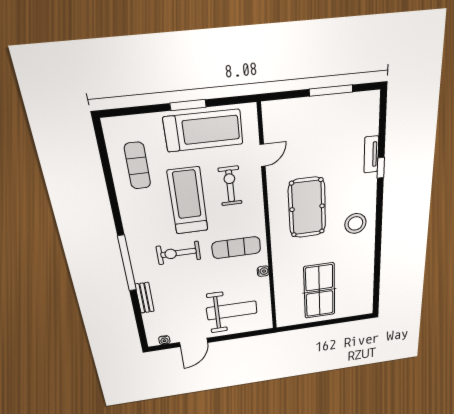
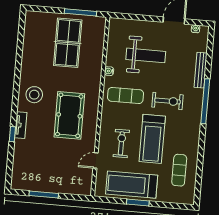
tv unit: (371, 154) -> (21, 125), moved
exercise bike: (230, 186) -> (121, 143), turned 180
bench: (145, 298) -> (201, 70), width x1.36
weight bench: (232, 310) -> (146, 55), moved, turned 180
window: (308, 325) -> (80, 12), added

